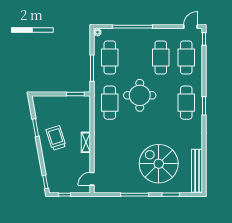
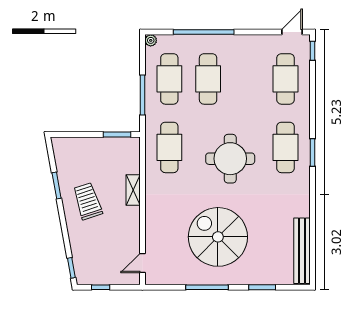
cafe table: (161, 58) -> (208, 79), moved
round table: (140, 95) -> (230, 159), moved
shelving: (86, 142) -> (133, 190), moved
spiral stairs: (159, 164) -> (218, 237), moved

